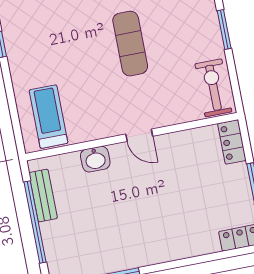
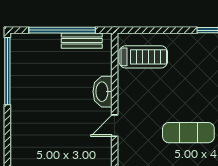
washbasin: (95, 159) -> (103, 92), width x1.38

